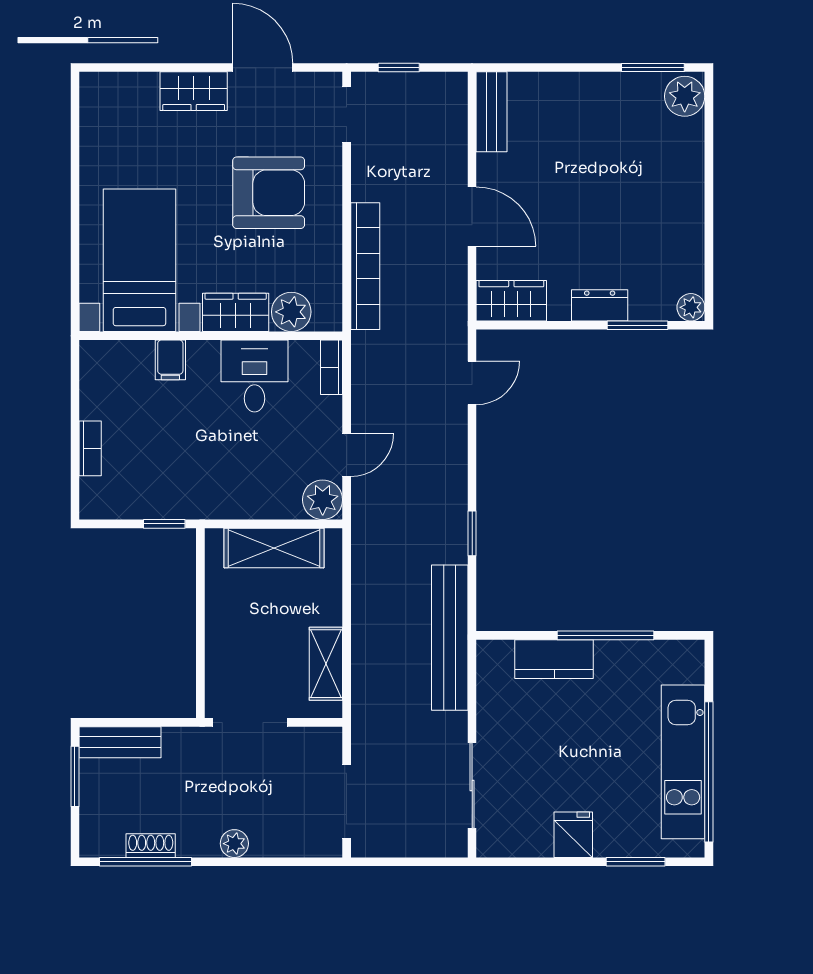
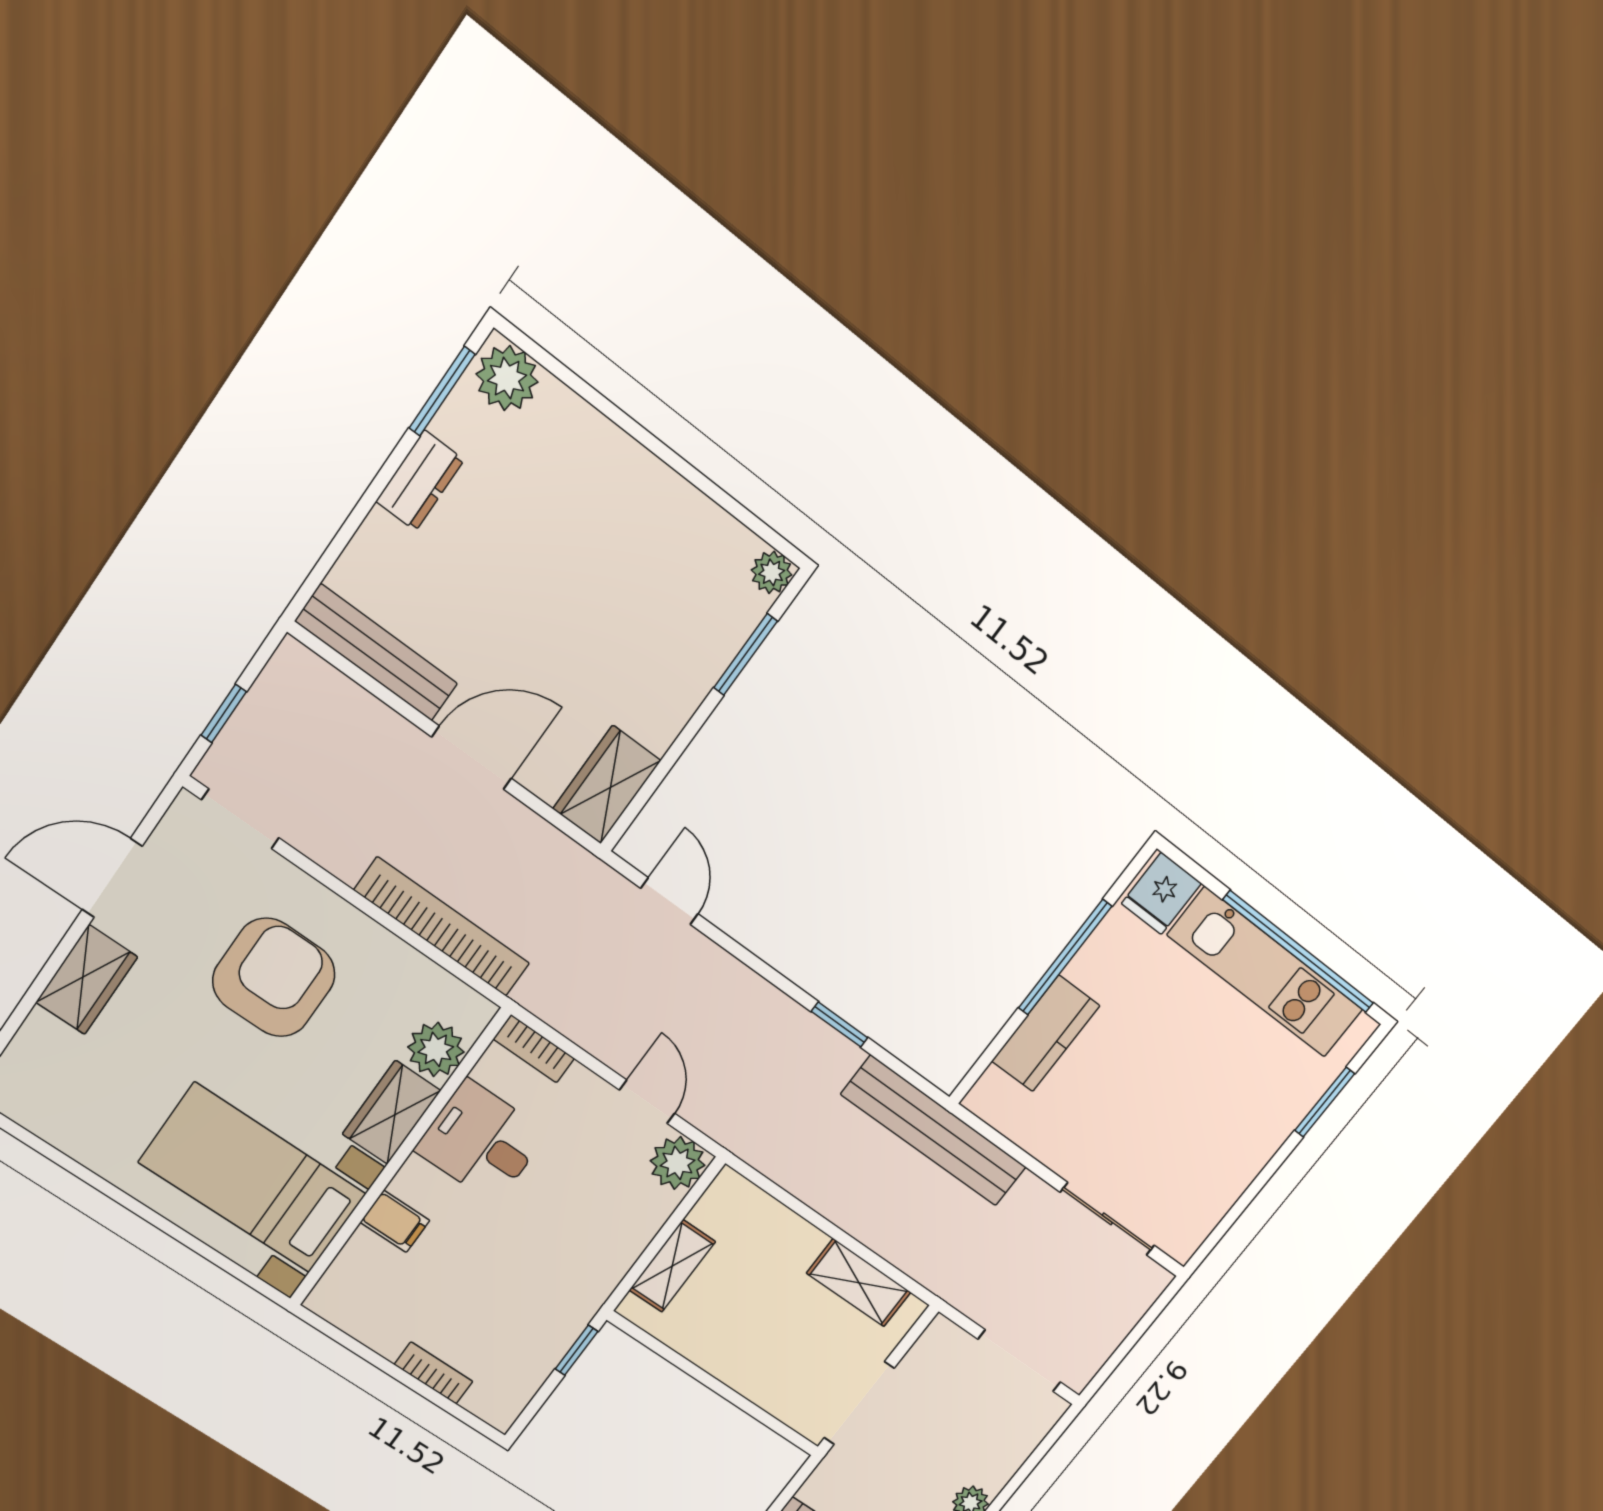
bench: (491, 112) -> (376, 653), width x1.36
dresser: (600, 305) -> (420, 481), moved, turned 180
shelving: (274, 548) -> (672, 1266), width x0.67, depth x0.75
fridge: (573, 835) -> (1161, 893), moved, turned -90

